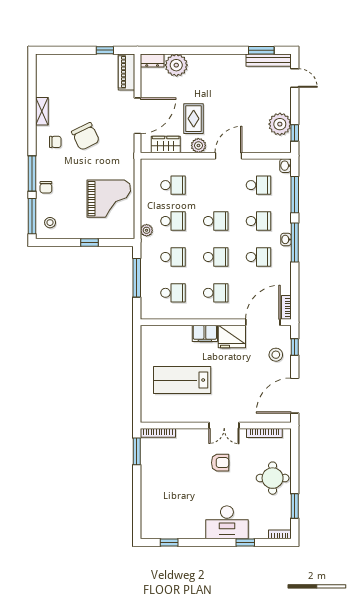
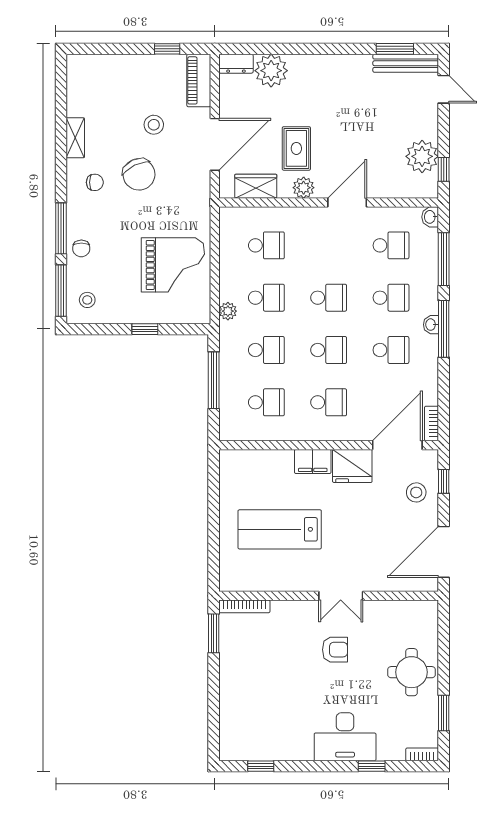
stool: (96, 102) -> (154, 125), added
bookcase: (264, 433) -> (400, 607), removed

